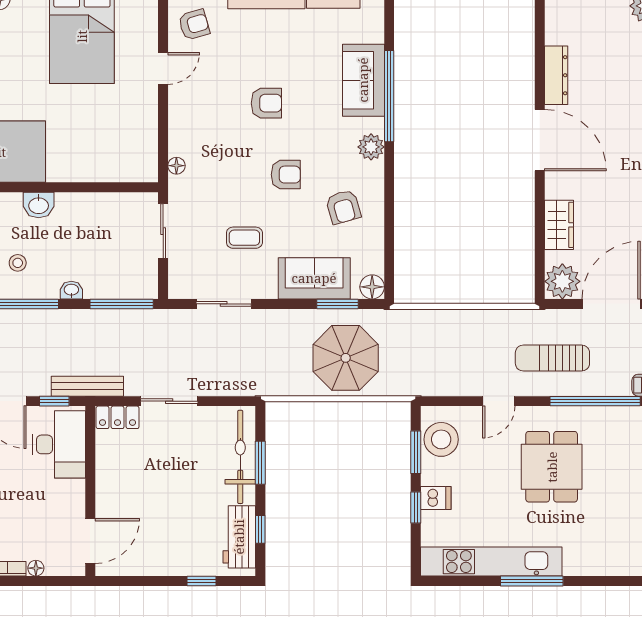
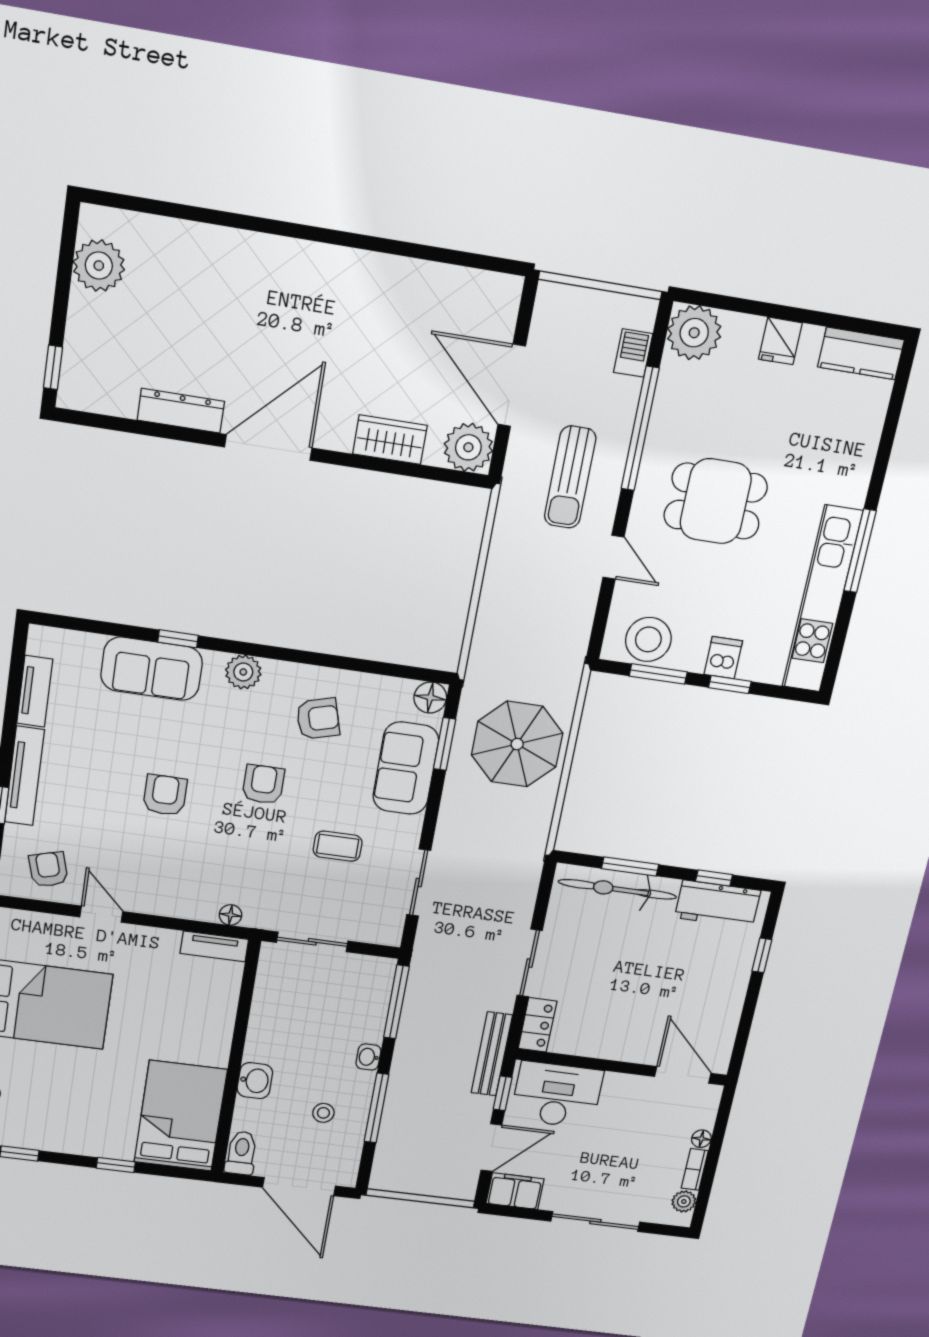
window: (389, 96) -> (178, 639), width x0.32
tv unit: (149, 157) -> (214, 946), added
coffee table: (244, 238) -> (338, 846), turned 90

